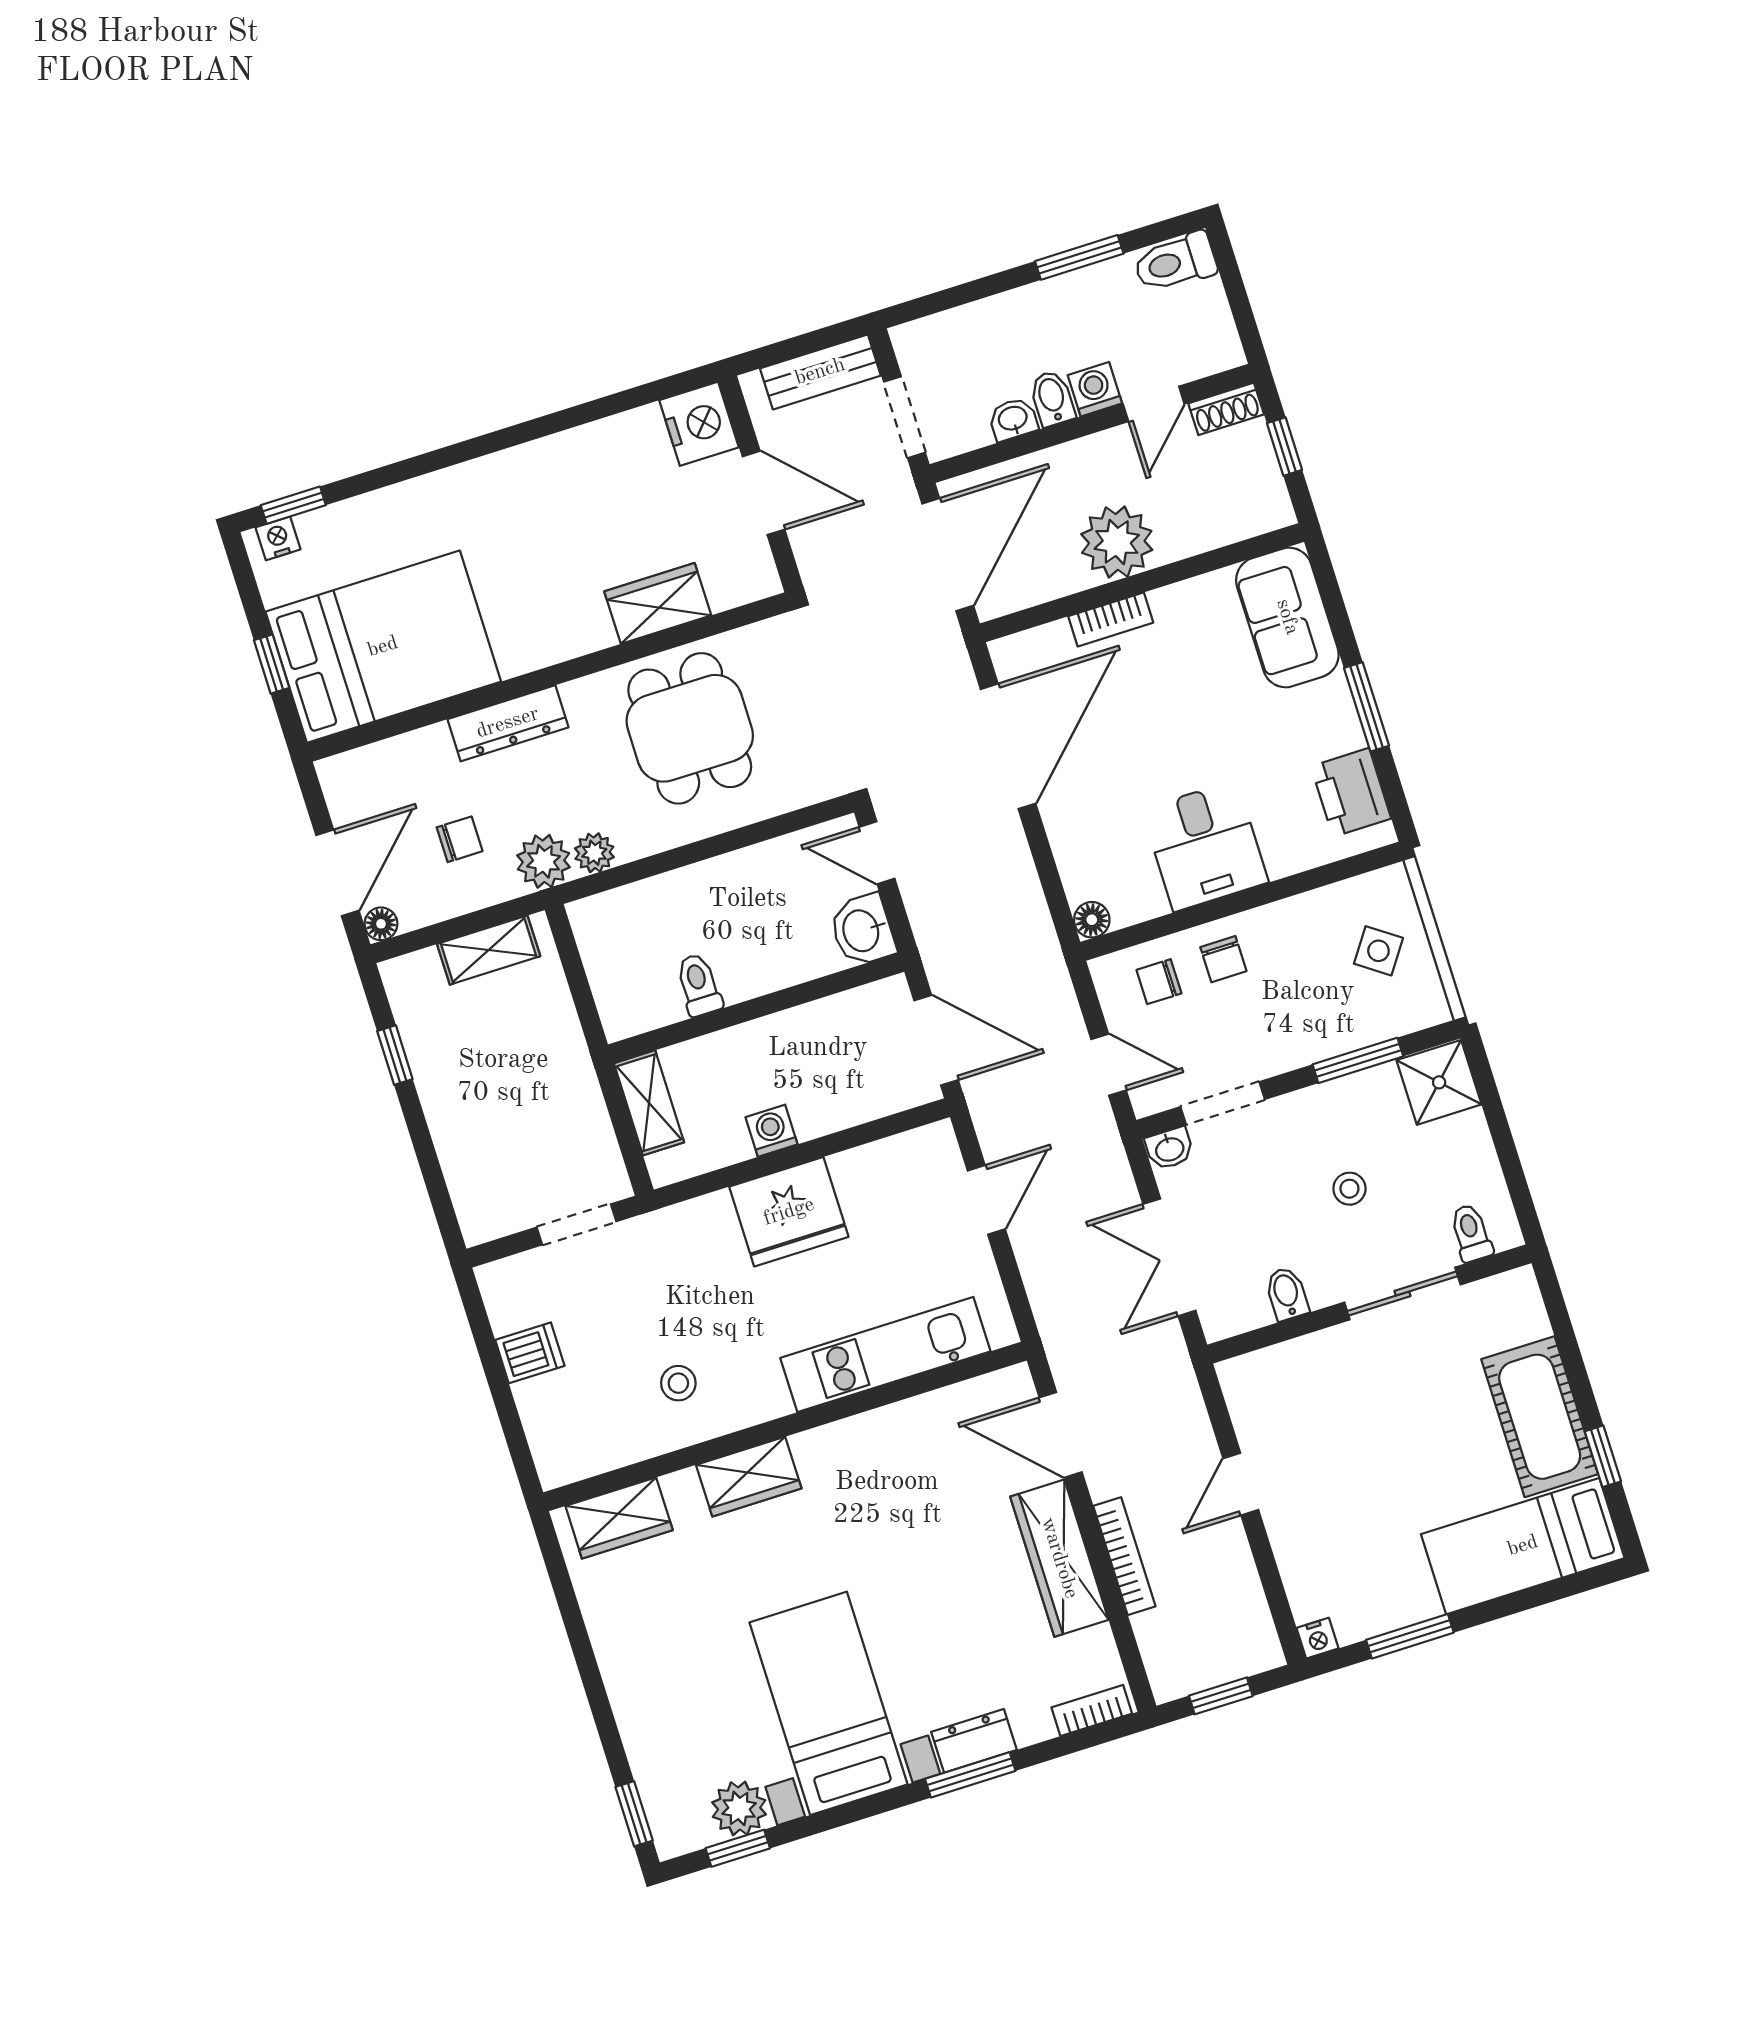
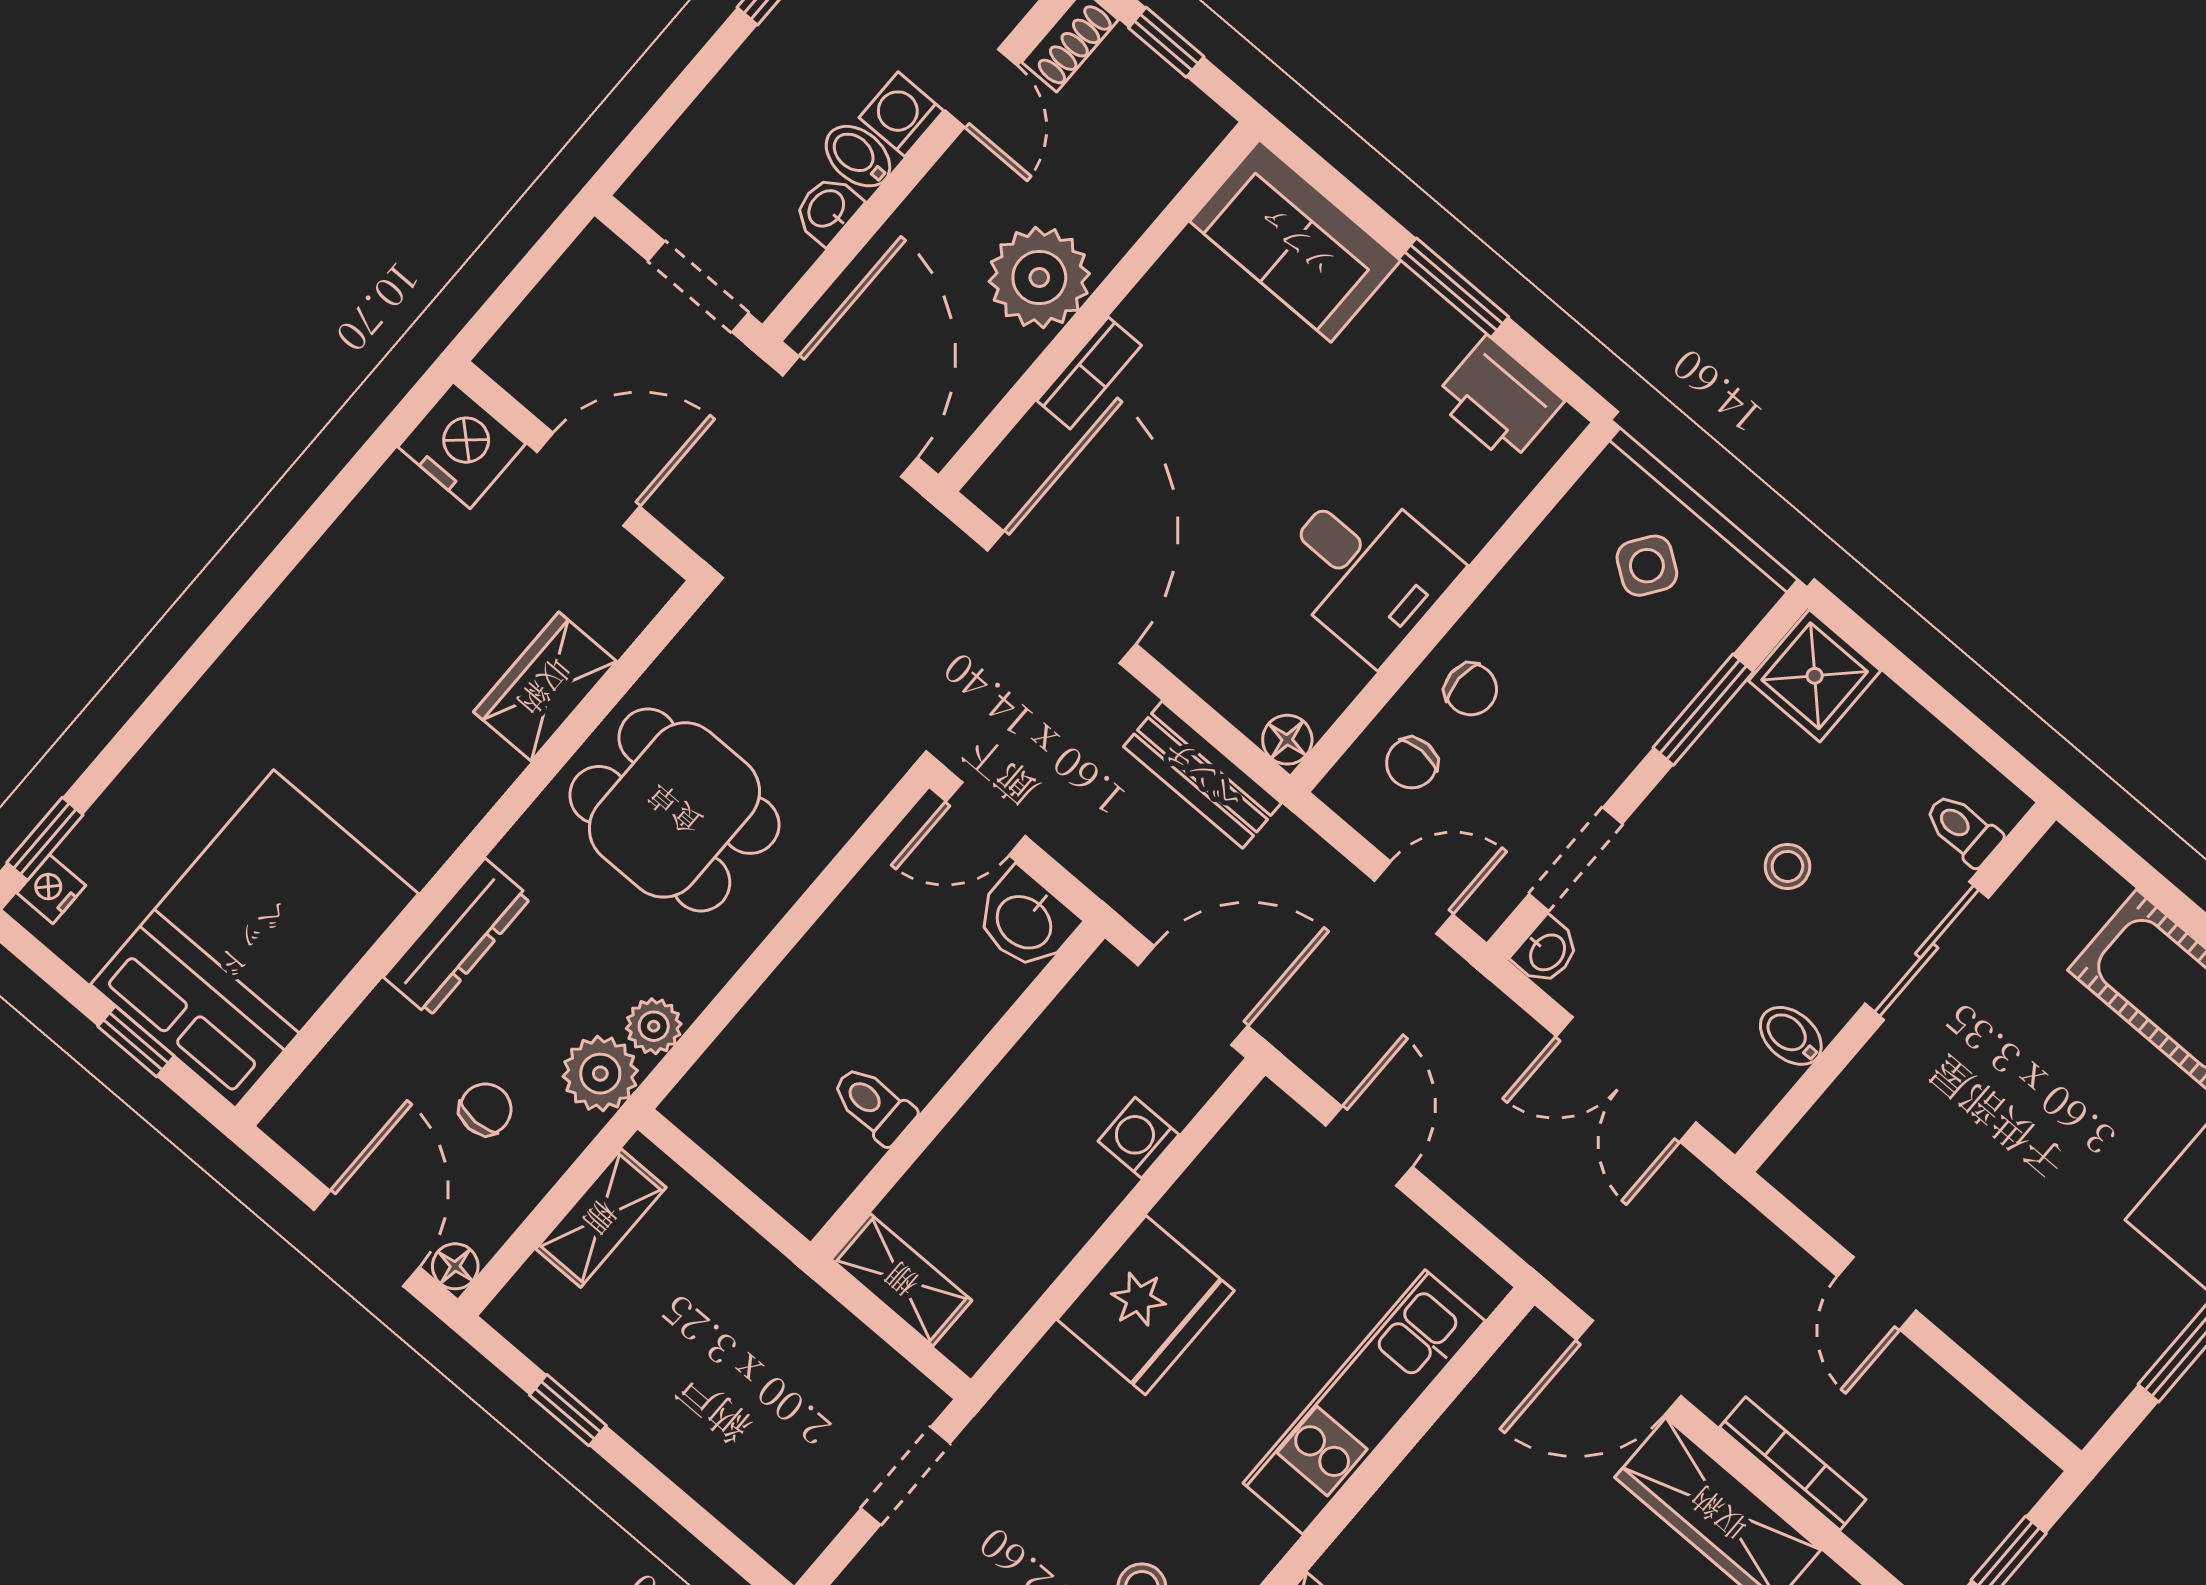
bench: (820, 372) -> (1202, 775), moved, turned 90
washing machine: (772, 1131) -> (1138, 1138), moved
nightstand: (1318, 1638) -> (2080, 1418), removed

